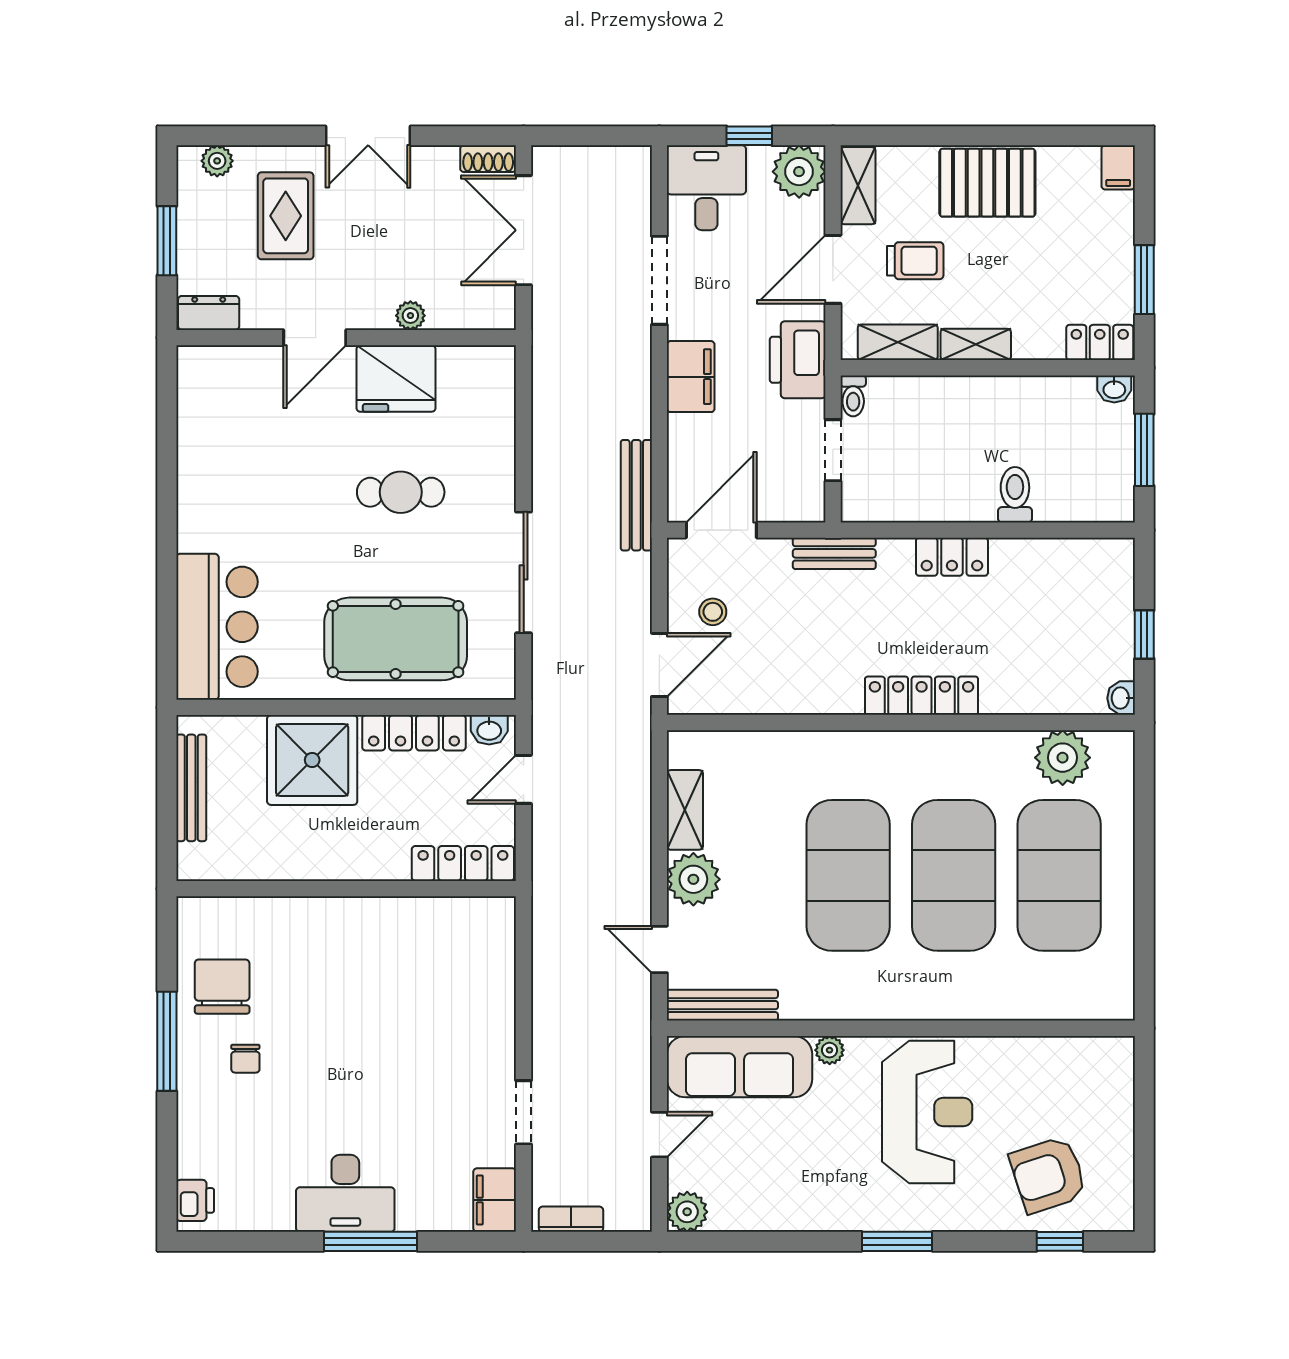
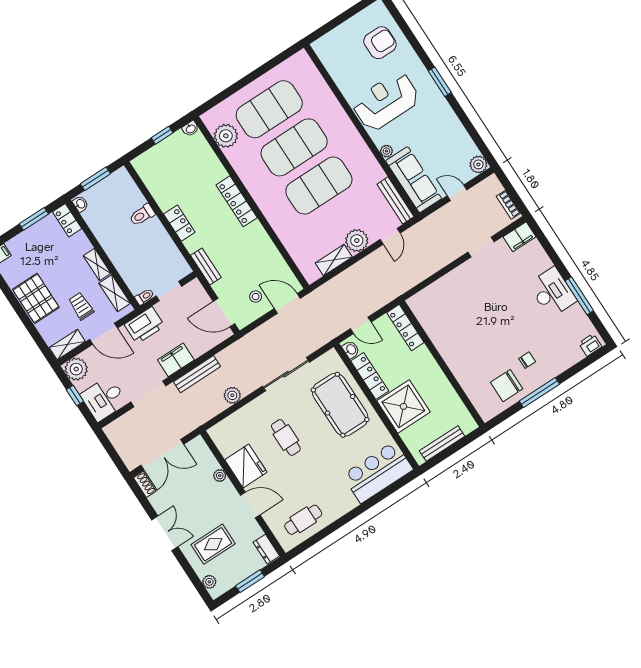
cafe table: (219, 422) -> (303, 520), added
plant: (550, 441) -> (232, 395), added
bench: (636, 495) -> (197, 374), moved
armchair: (1048, 1175) -> (380, 43), turned -72
window: (370, 1241) -> (579, 296), moved
window: (1060, 1241) -> (401, 23), removed

